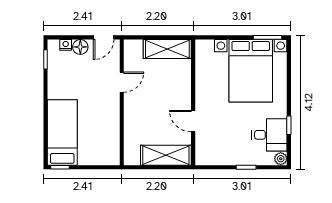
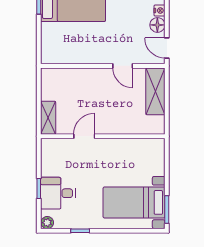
shelving: (167, 49) -> (155, 91), moved
bed with nightstands: (251, 71) -> (134, 202), width x0.73
desk: (269, 135) -> (58, 193), moved, turned 90
shelving: (166, 155) -> (48, 118), width x0.67, depth x0.75

